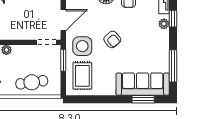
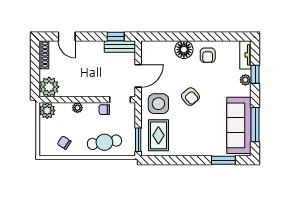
chair: (32, 52) -> (104, 110), added
window: (63, 60) -> (138, 140), moved
sofa: (143, 84) -> (239, 125), moved, turned -90

